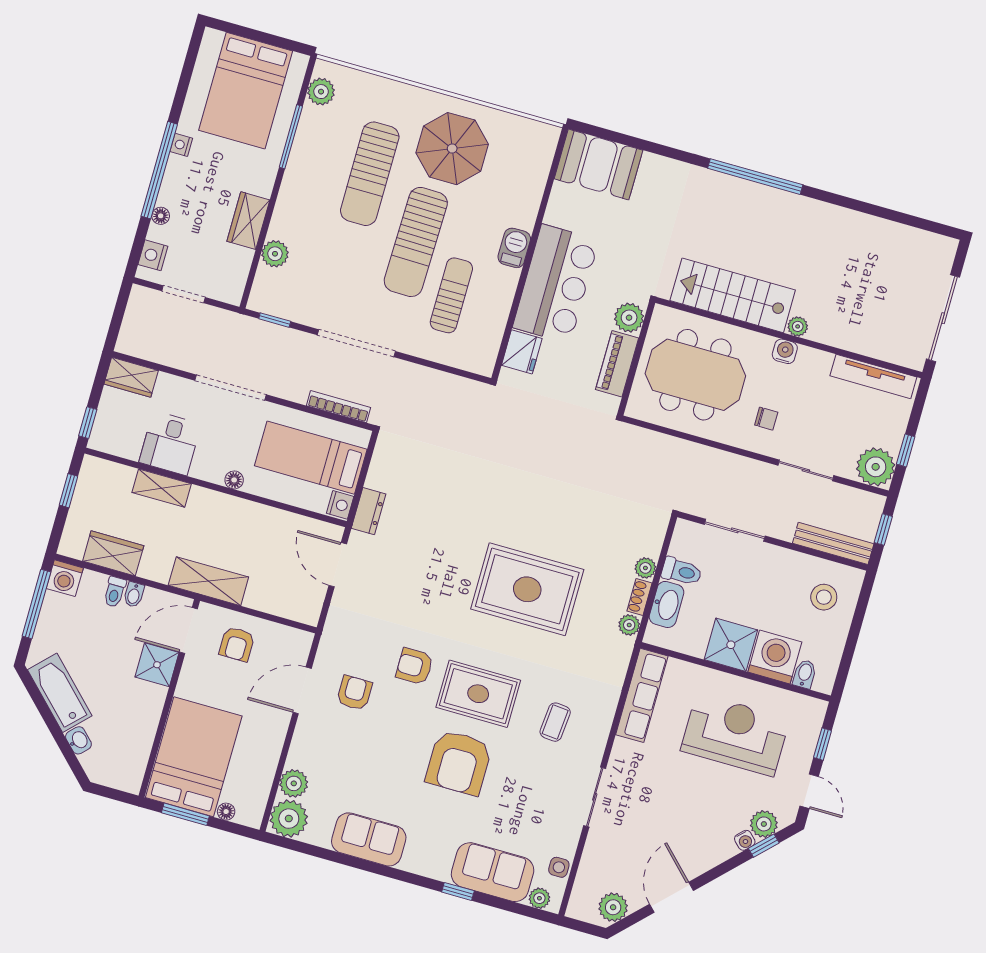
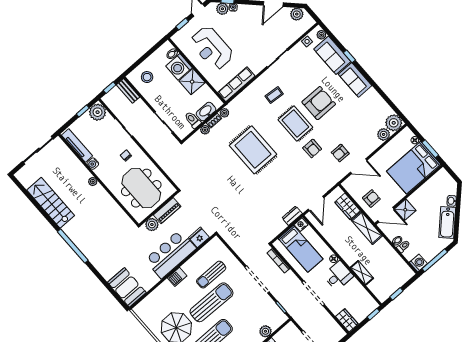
stairs: (733, 295) -> (51, 203), moved, turned 180
water cooler: (785, 351) -> (93, 164), moved
desk: (170, 443) -> (338, 276), moved
bench: (833, 543) -> (128, 91), width x0.73
wardrobe: (113, 553) -> (347, 206), moved
sofa: (369, 839) -> (355, 80), moved

